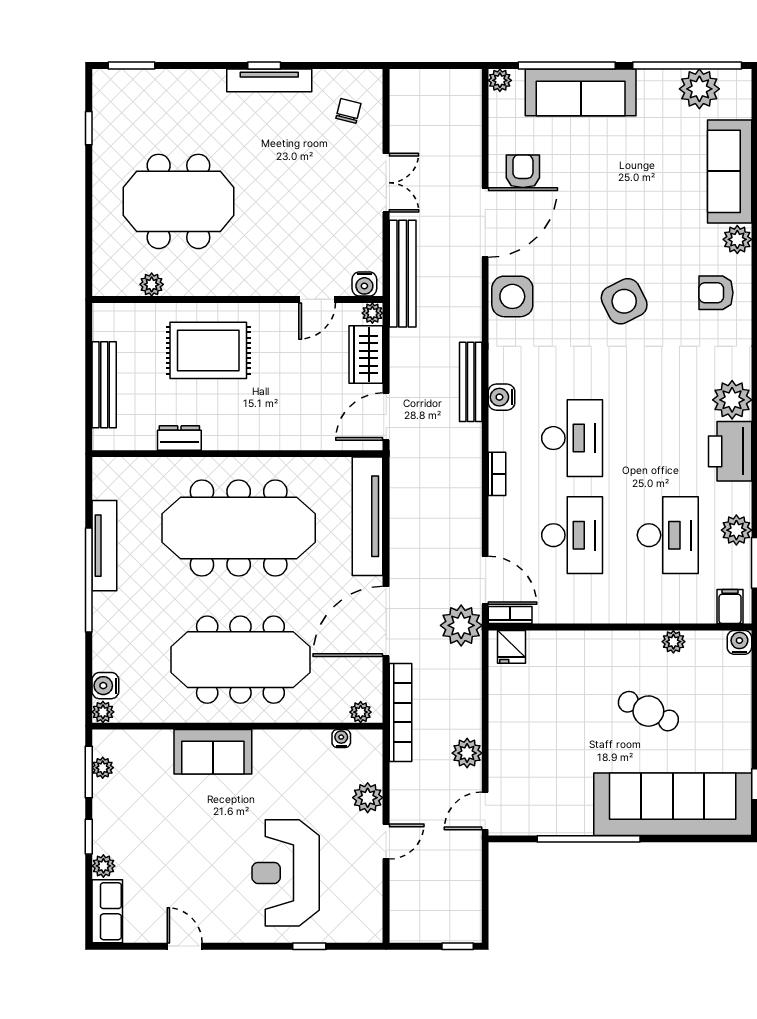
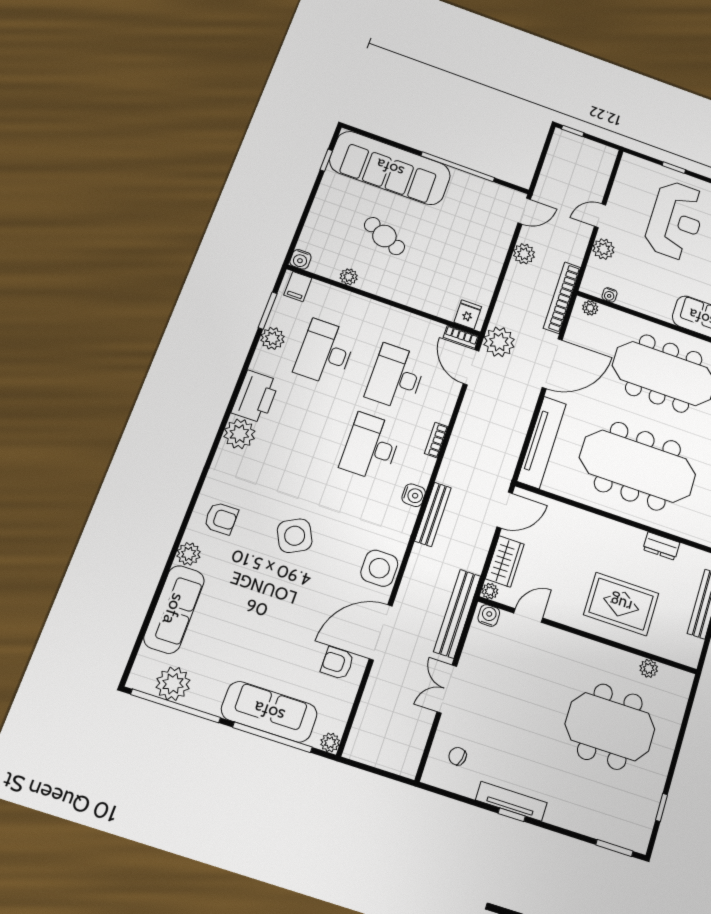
chair: (348, 111) -> (458, 756), turned 89
armchair: (523, 171) -> (337, 663), turned 90

